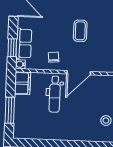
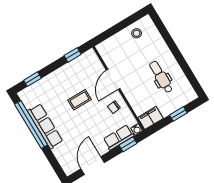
door: (79, 73) -> (113, 79), swing flipped
dental chair: (55, 94) -> (161, 77), moved, turned -90
window: (10, 110) -> (178, 114), width x0.67

